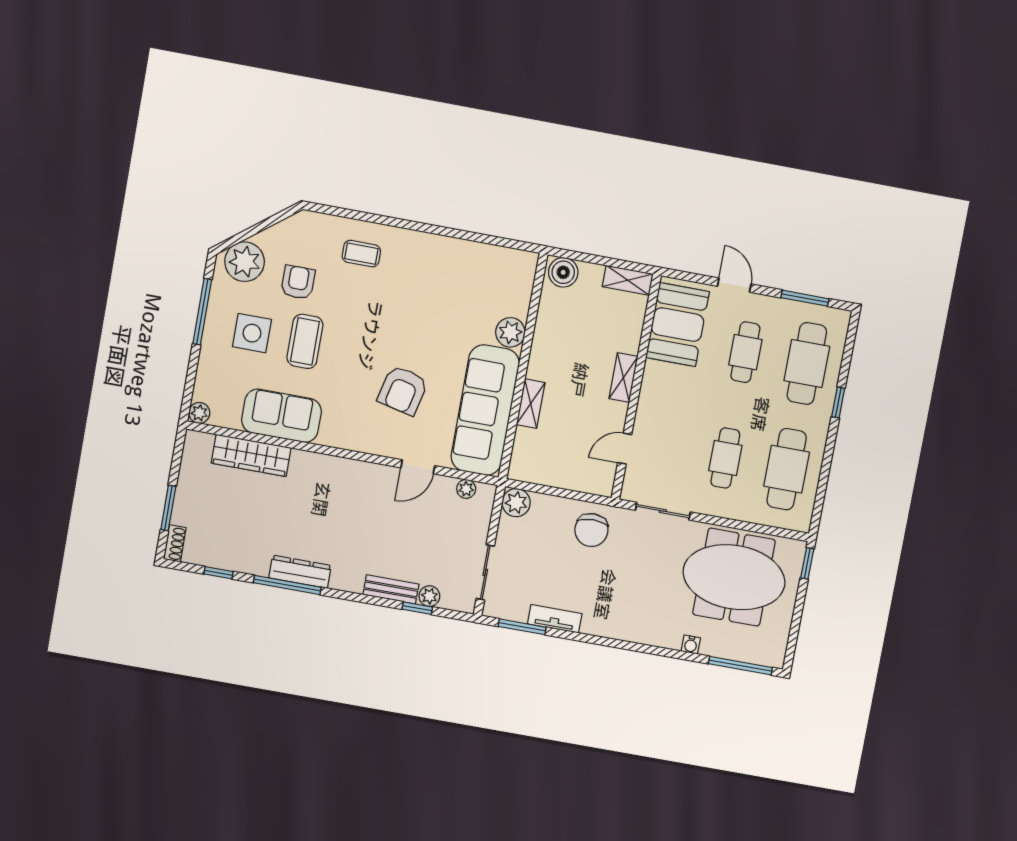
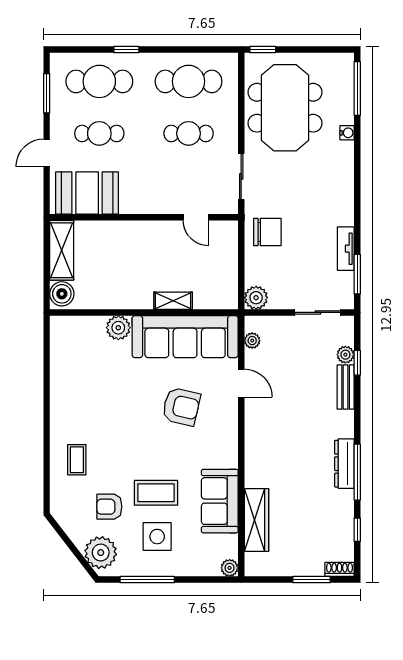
shelving: (628, 280) -> (62, 250), width x1.50, depth x1.33
shelving: (623, 377) -> (138, 229), removed

